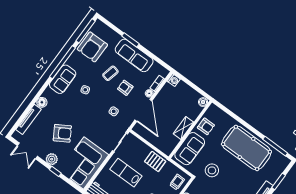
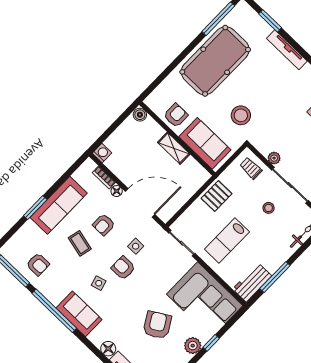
armchair: (92, 47) -> (38, 264), width x0.53, depth x0.53
armchair: (98, 105) -> (123, 268), added

